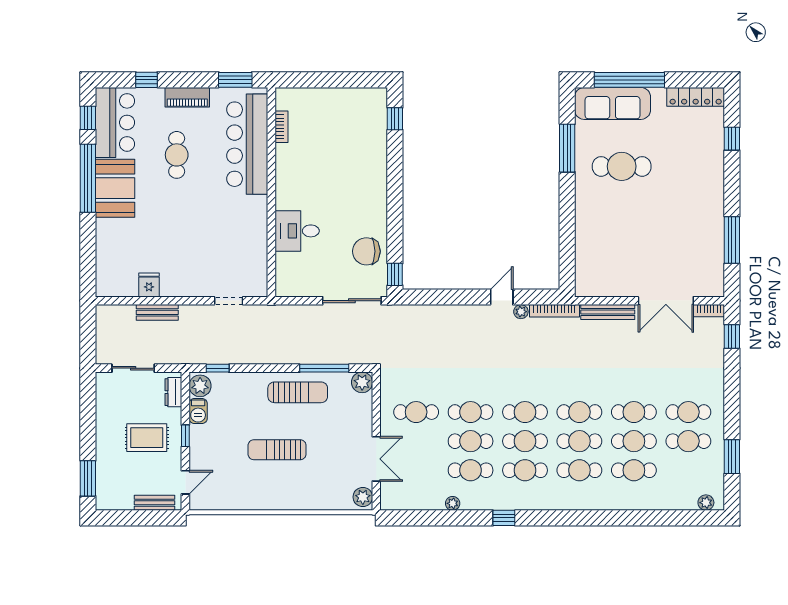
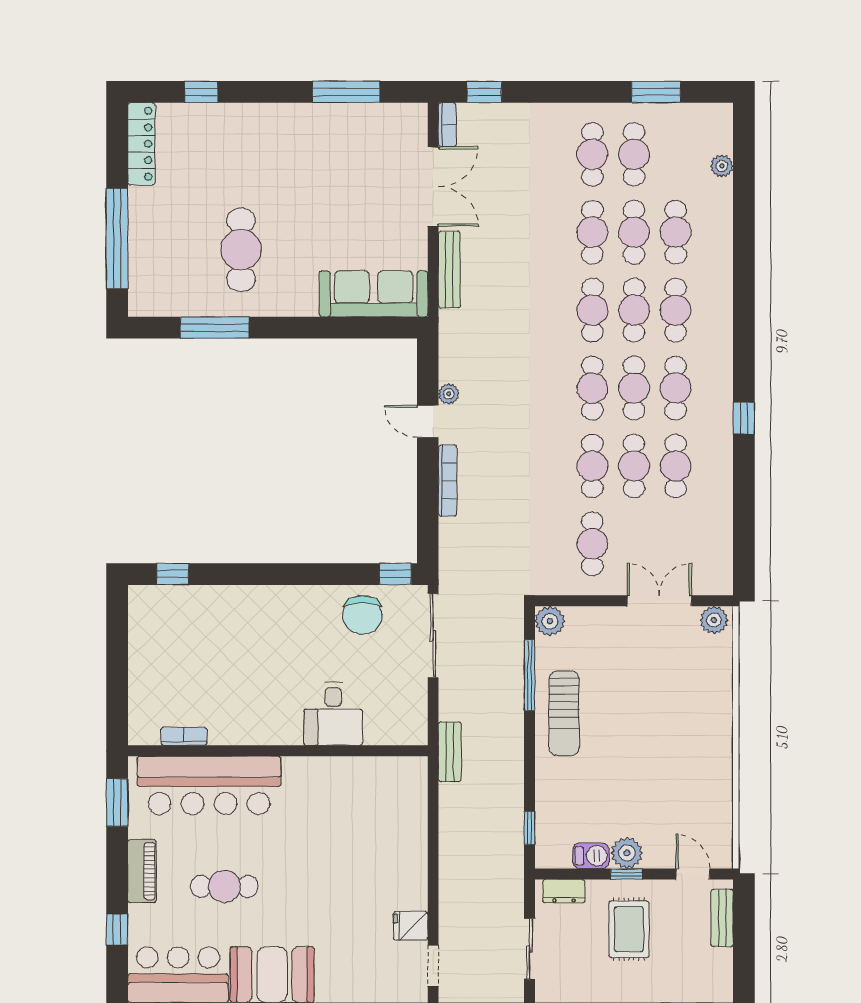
sofa: (613, 103) -> (374, 294), moved, turned -90
doorway: (229, 301) -> (433, 966), moved
bookcase: (554, 311) -> (448, 481), moved
bench: (157, 312) -> (450, 752), moved
plant: (200, 386) -> (627, 853), moved
sun lounger: (298, 392) -> (564, 713), turned 180
sun lounger: (277, 450) -> (646, 743), removed
plant: (453, 503) -> (723, 492), removed
plant: (706, 503) -> (722, 166), moved

